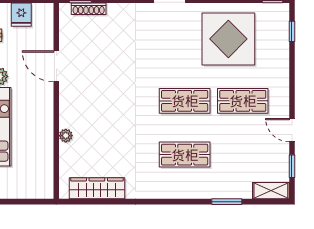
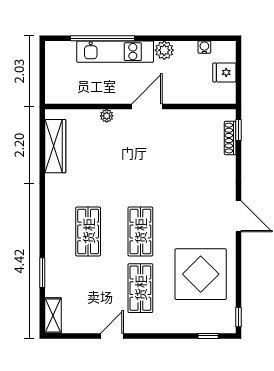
door: (56, 66) -> (147, 107), moved
window: (292, 166) -> (77, 336), removed

